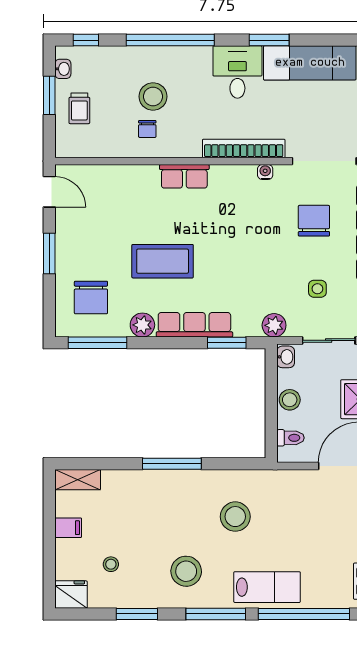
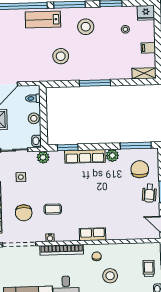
chair: (147, 129) -> (97, 256), moved
wheelchair: (74, 251) -> (149, 193), added
coffee table: (163, 261) -> (53, 209), moved, width x0.54, depth x0.58

